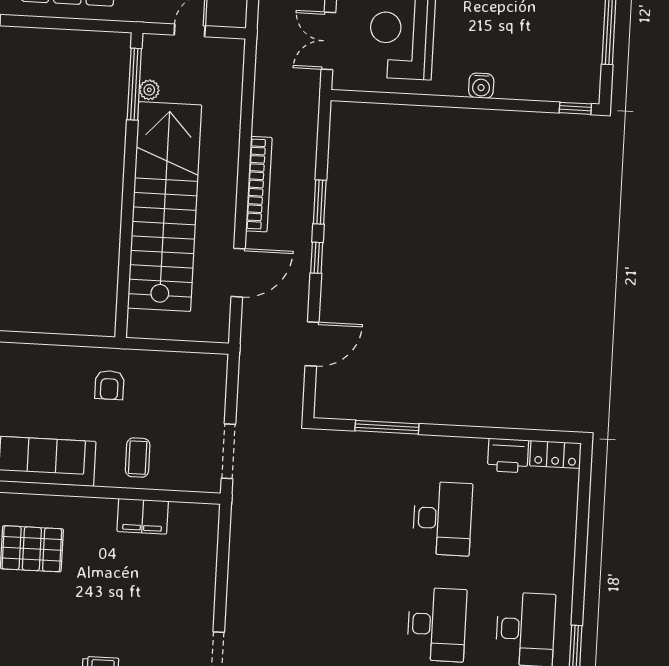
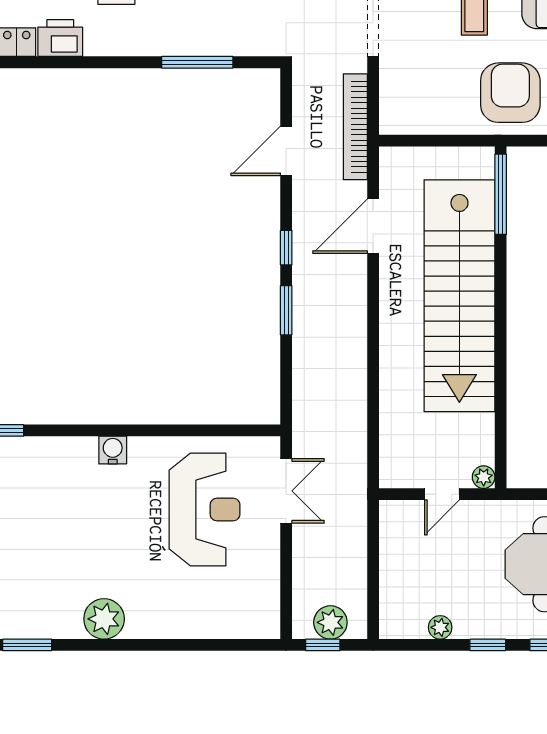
window: (134, 84) -> (501, 194), moved
plant: (149, 90) -> (484, 477), moved
bookcase: (259, 184) -> (355, 127), moved
armchair: (109, 385) -> (510, 93), width x1.88, depth x1.88

